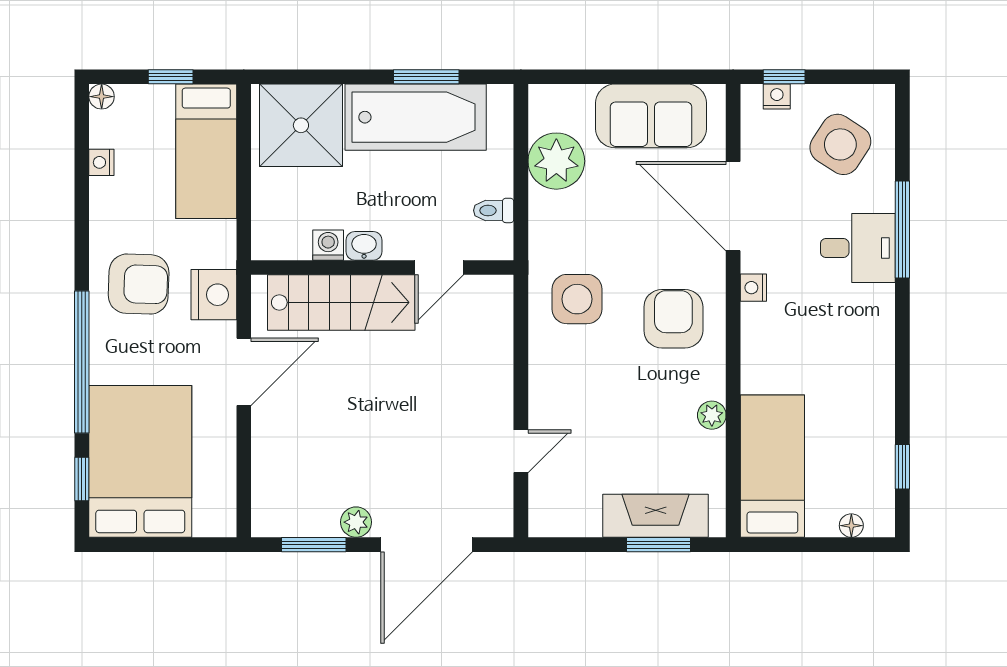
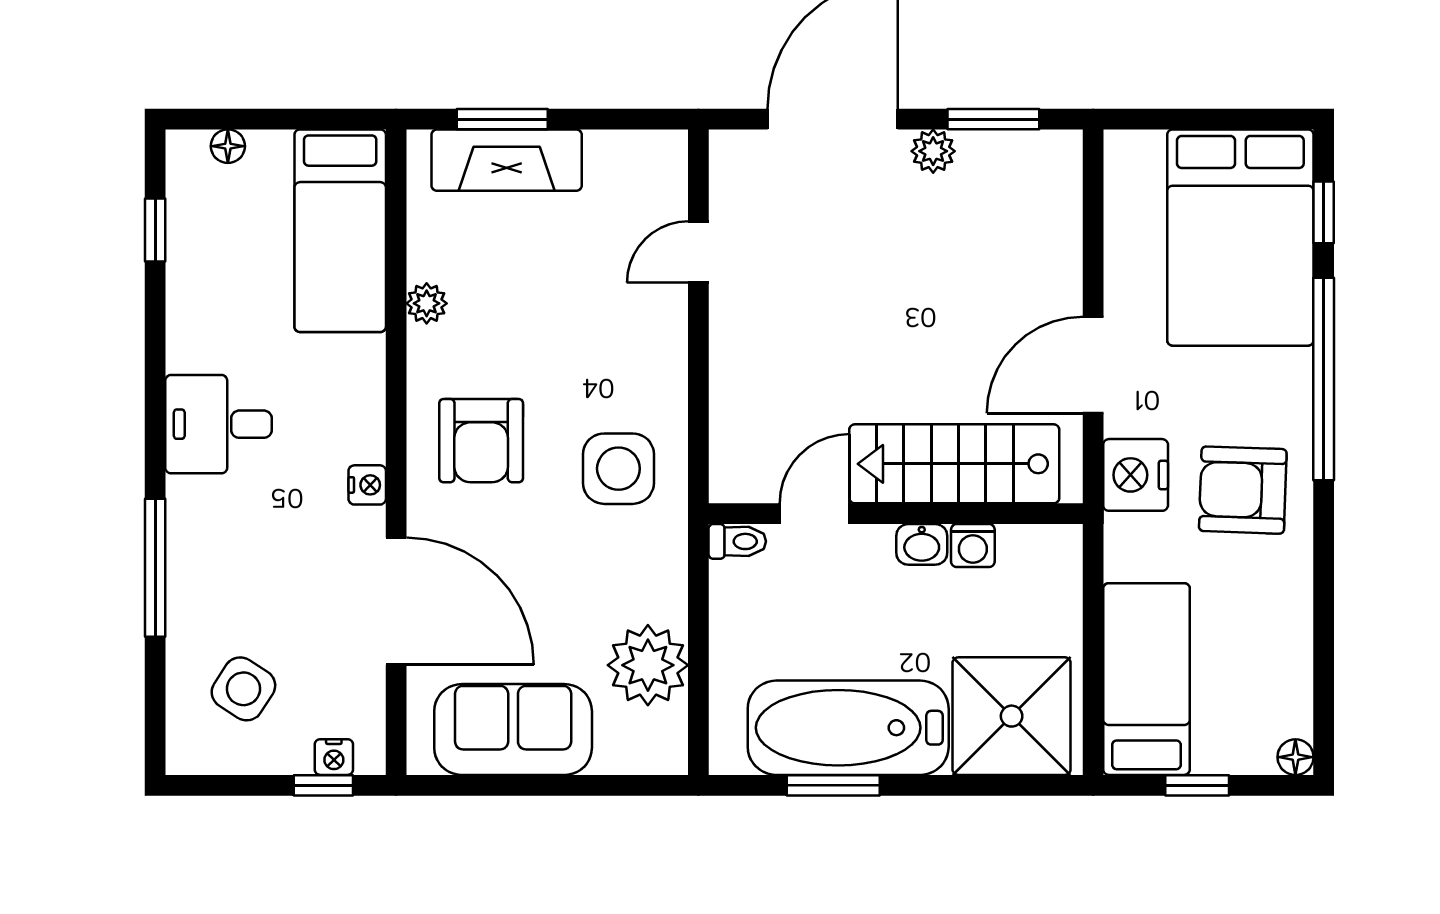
side table: (840, 144) -> (243, 689), width x0.73, depth x0.73
nightstand: (101, 162) -> (1296, 663), removed
toilet: (494, 210) -> (737, 541), moved
desk: (858, 248) -> (219, 424), moved

